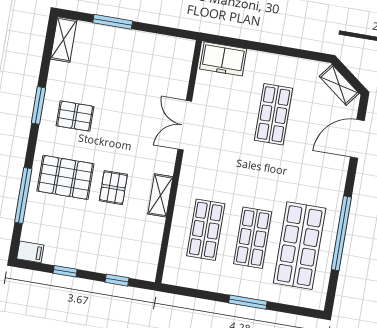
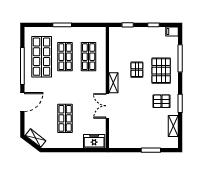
shelving: (64, 40) -> (173, 126), moved
double door: (185, 125) -> (107, 106), swing flipped
door: (357, 139) -> (22, 102), moved
pallet: (65, 177) -> (161, 71), turned 90
shelving: (160, 195) -> (113, 83), moved

